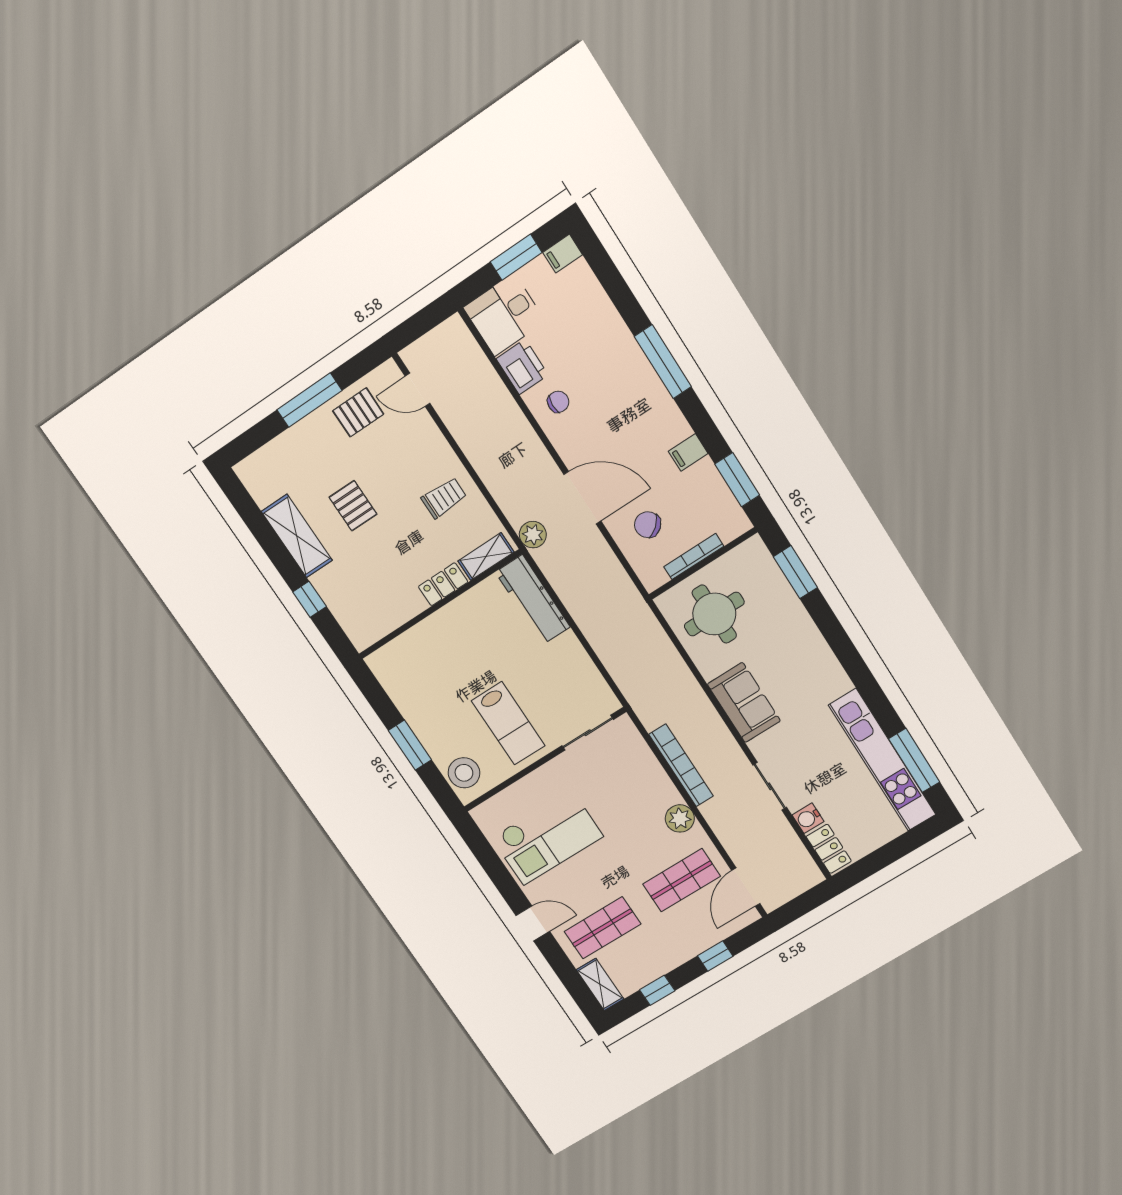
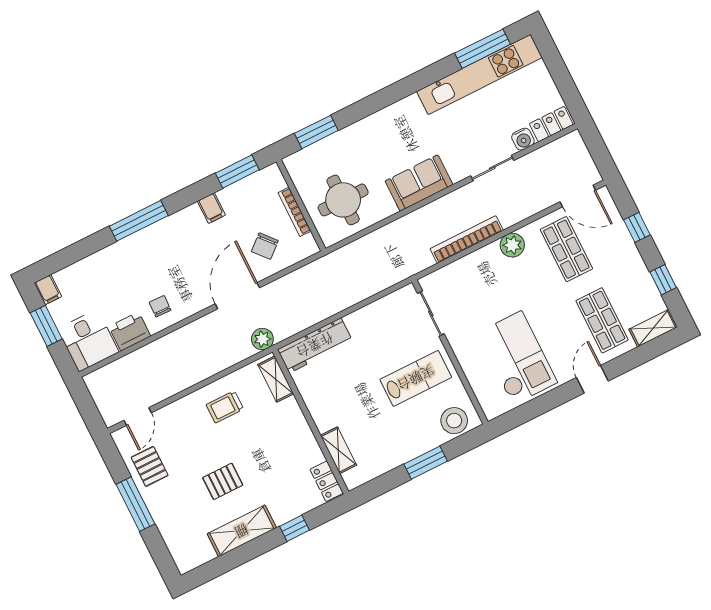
trolley: (444, 498) -> (225, 407), turned -90
locker: (443, 584) -> (327, 481), moved
shelving: (410, 641) -> (338, 450), added

